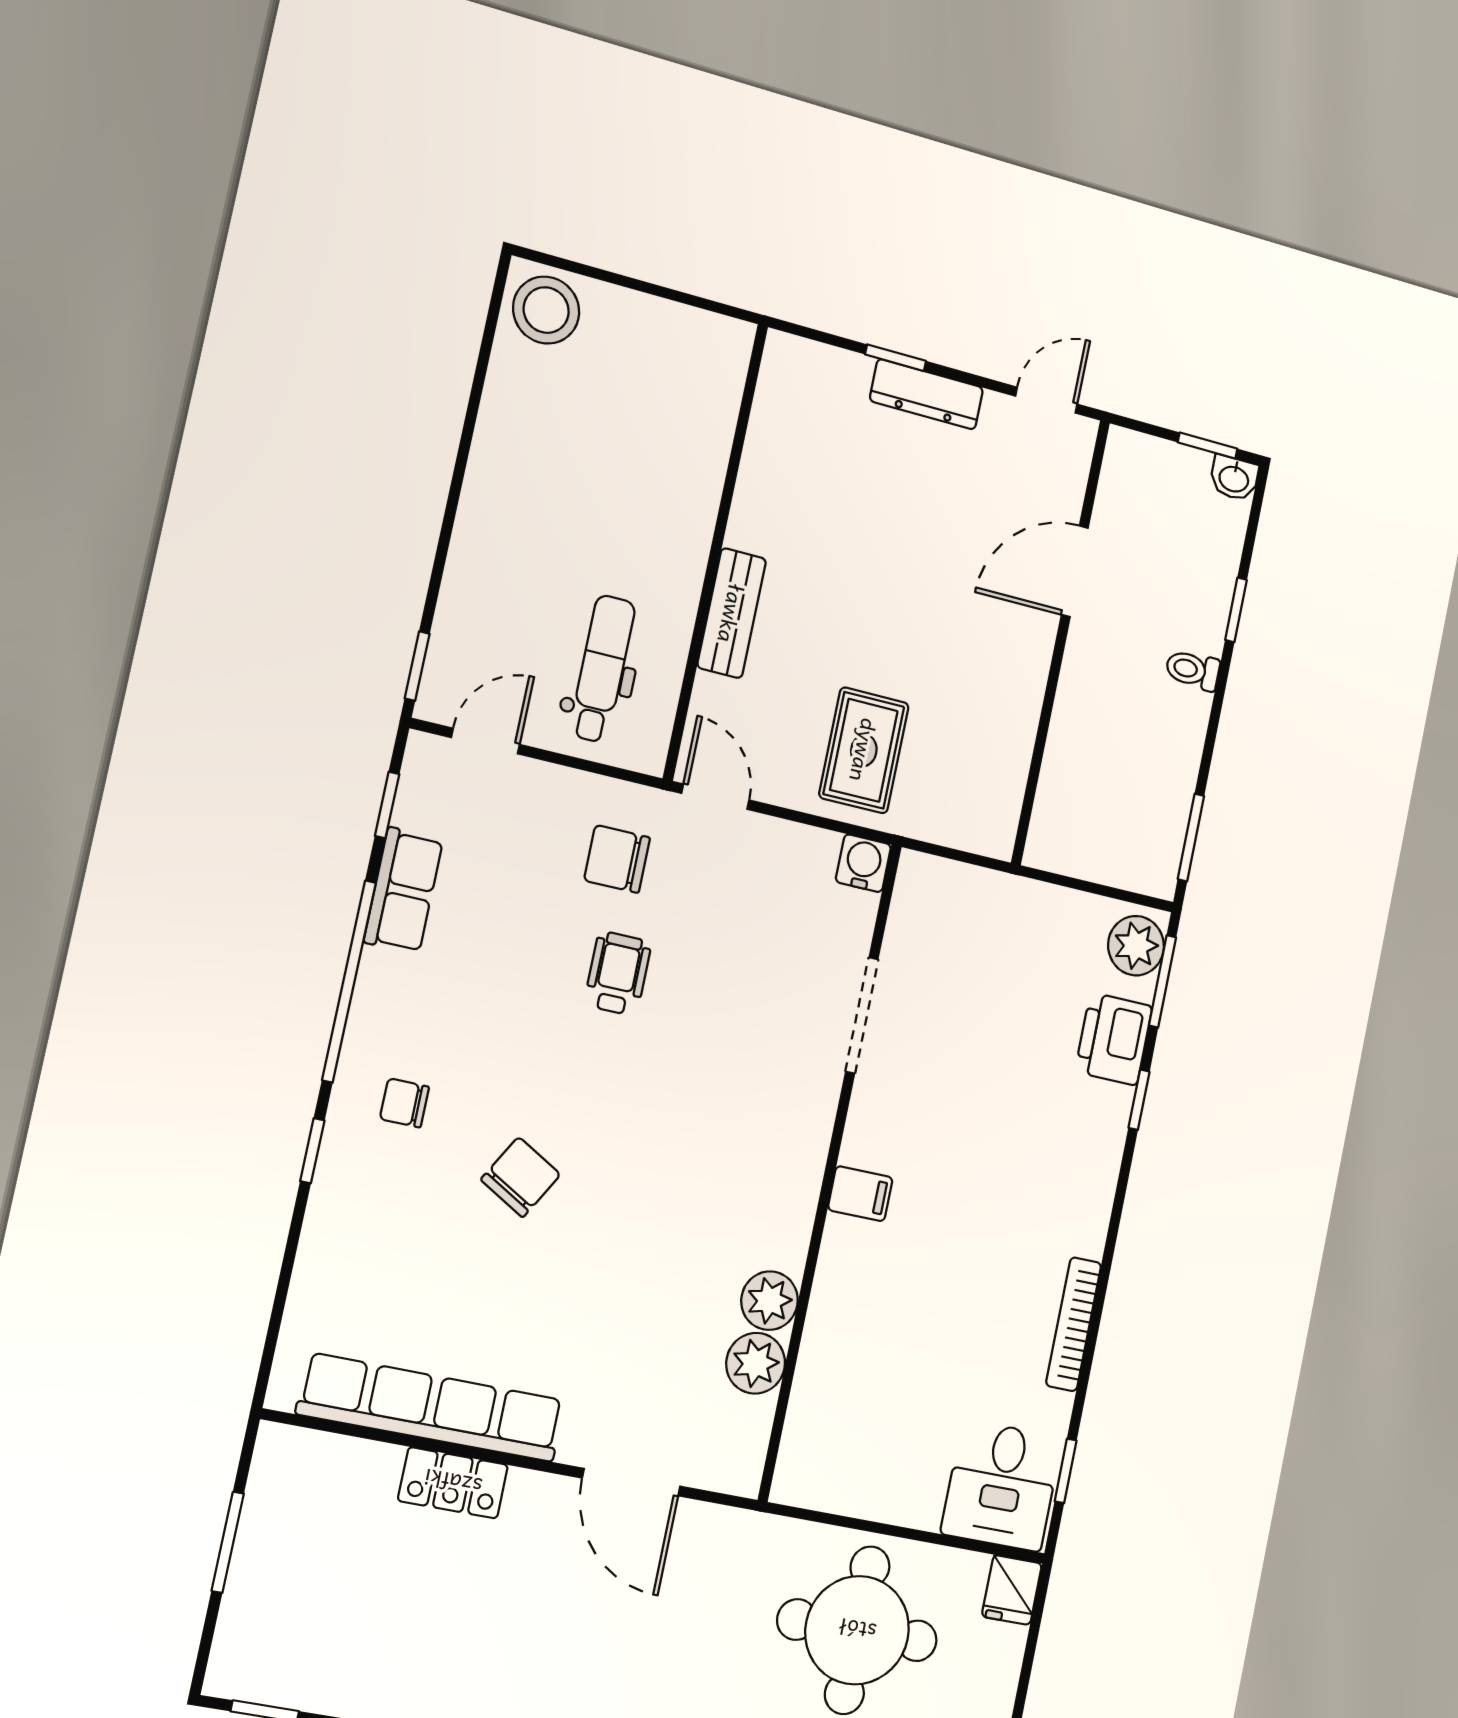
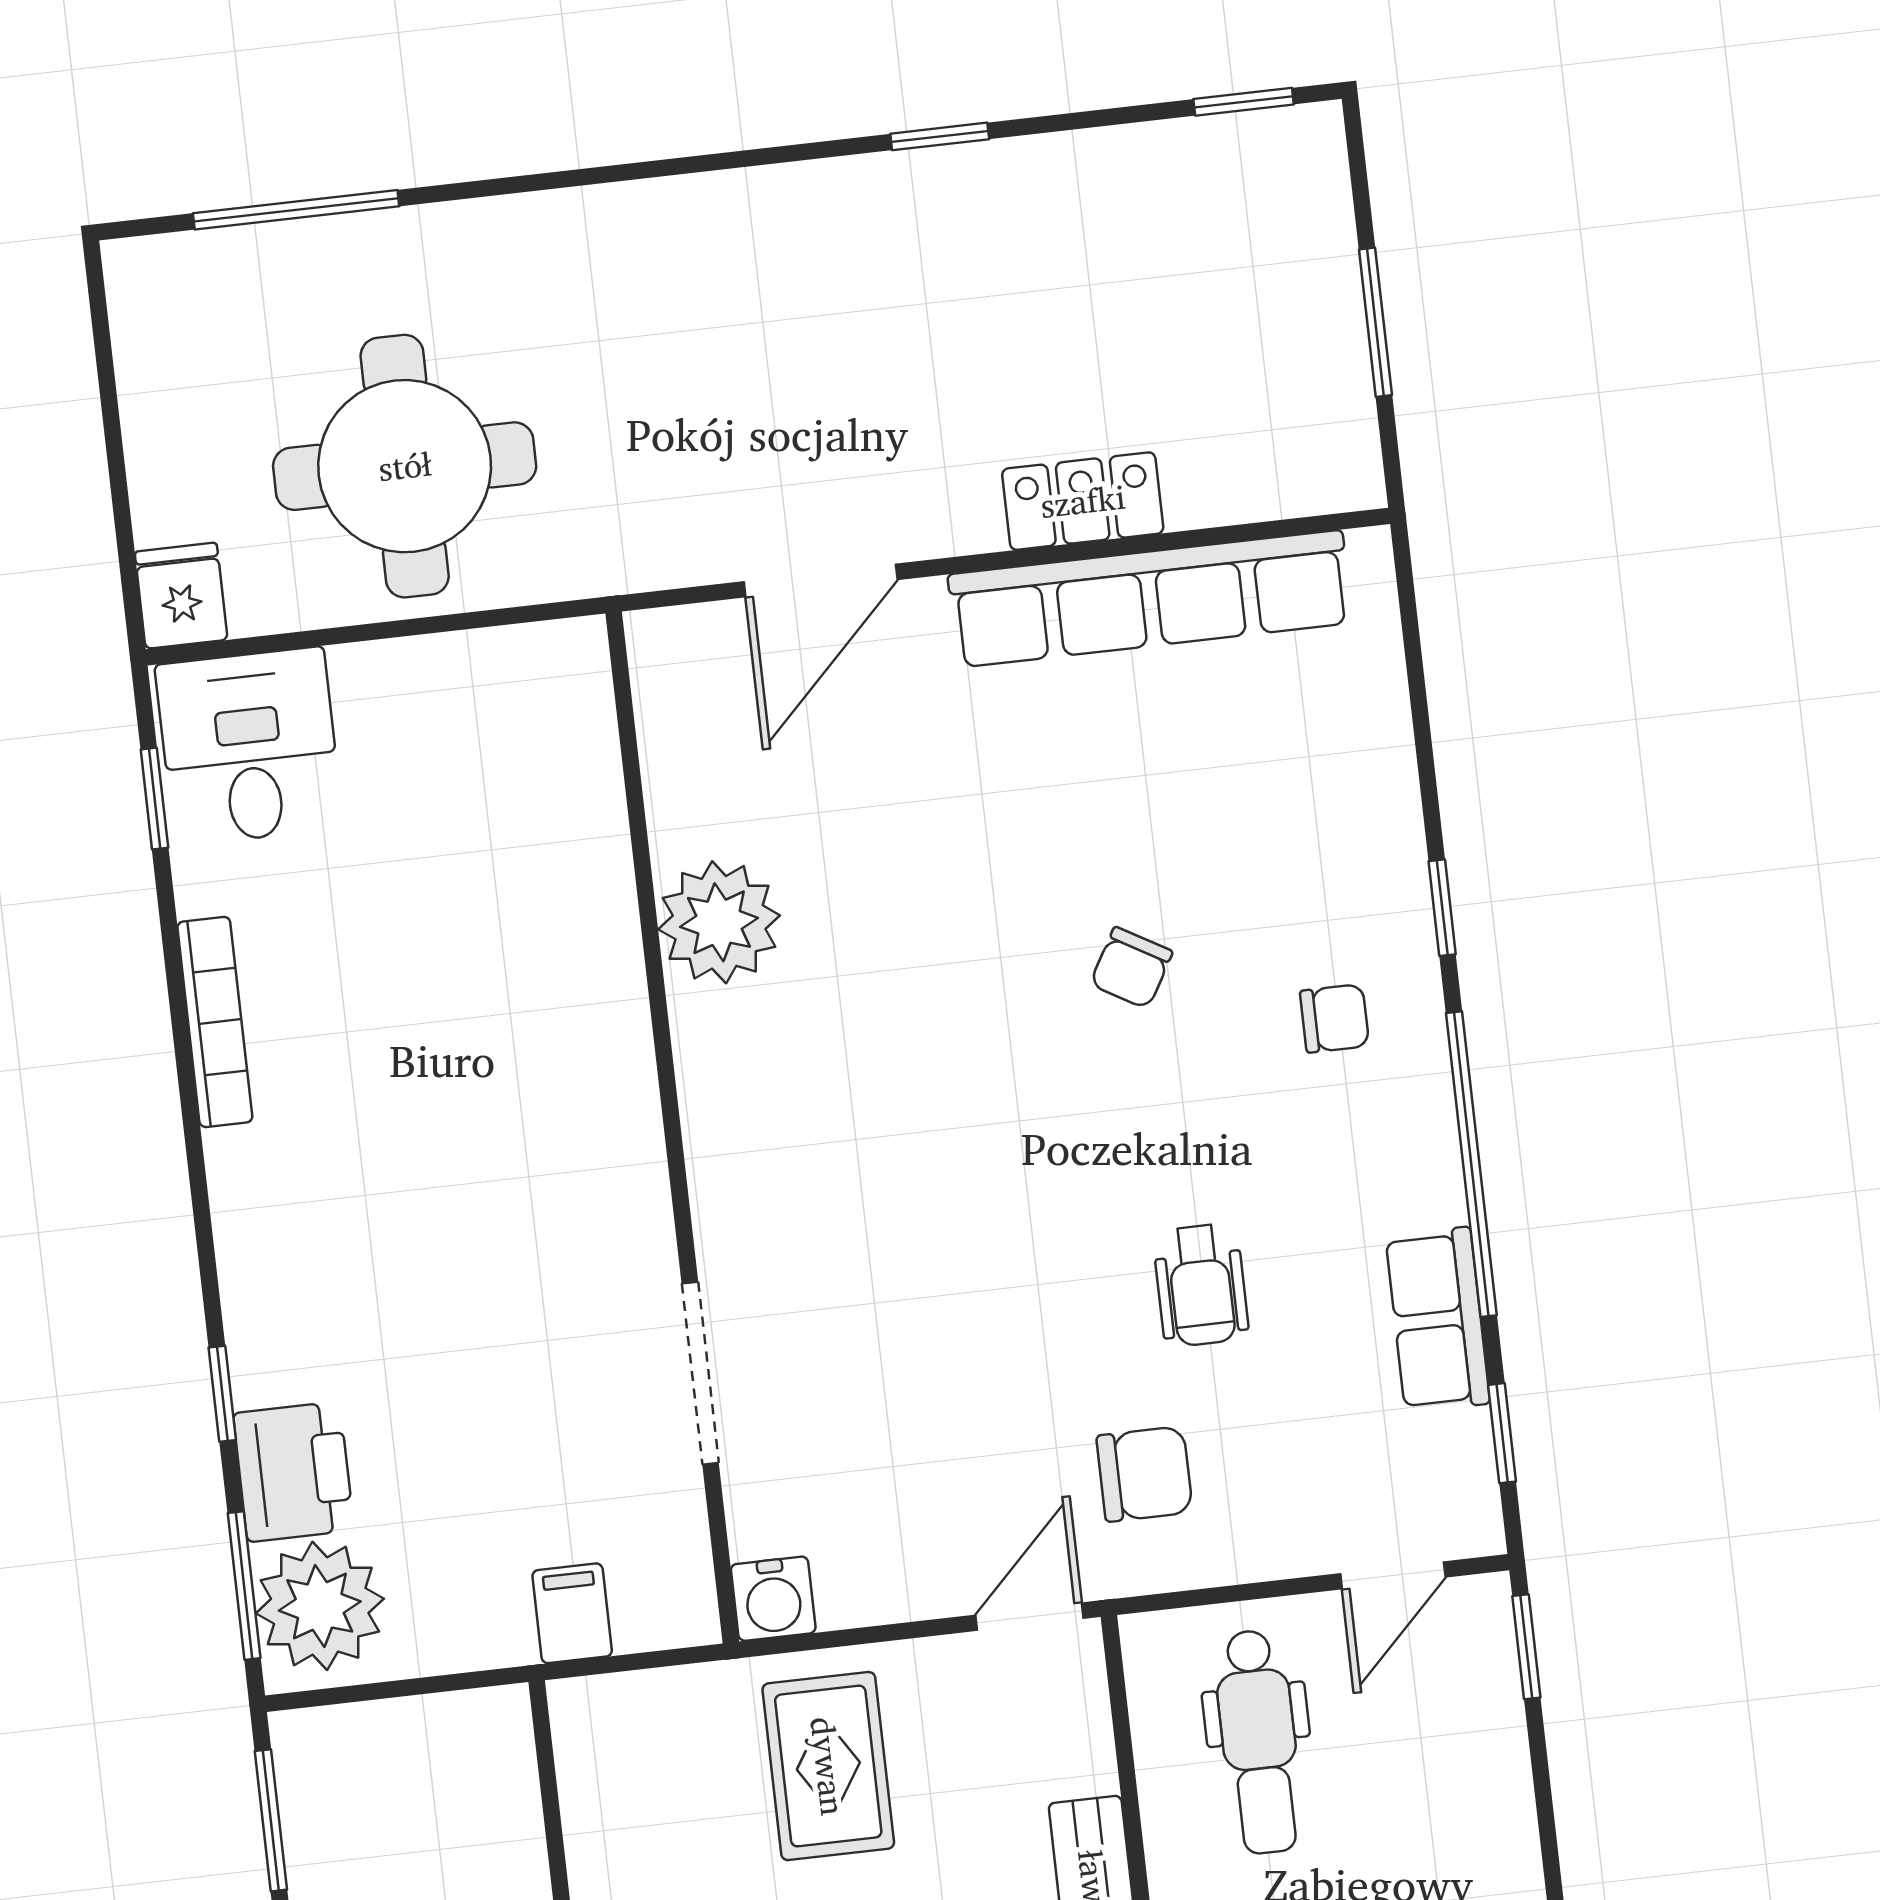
door: (715, 797) -> (1030, 1617), swing flipped
plant: (1136, 946) -> (320, 1606), width x1.36, depth x1.36
wheelchair: (618, 973) -> (1201, 1285), moved
chair: (521, 1177) -> (1131, 968), width x0.73, depth x0.73
filing cabinet: (860, 1194) -> (572, 1613), moved, turned 90
plant: (770, 1301) -> (719, 922), width x1.36, depth x1.36
plant: (756, 1363) -> (691, 810), removed
door: (631, 1482) -> (821, 581), swing flipped

